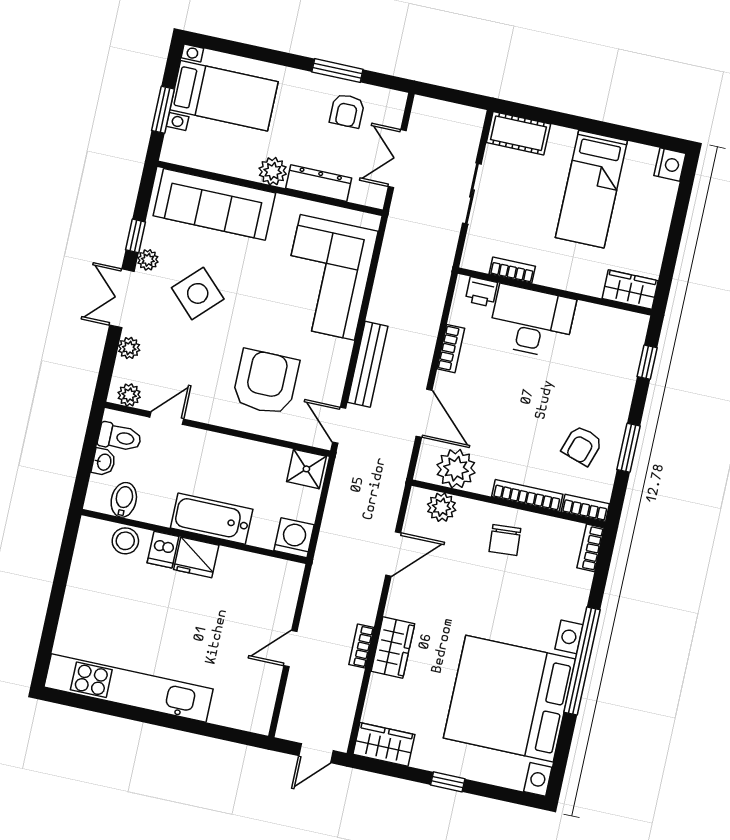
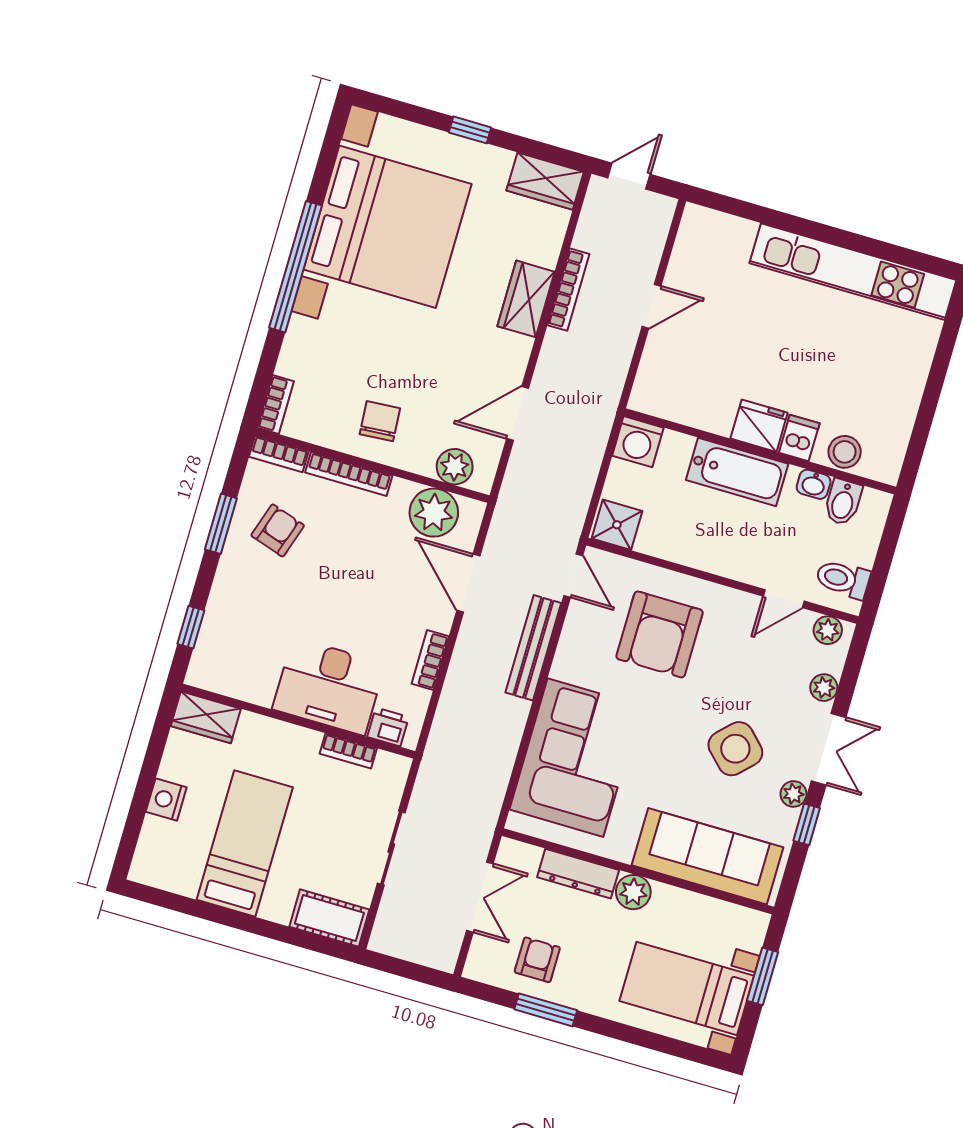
nightstand: (670, 165) -> (166, 800), moved
washbasin: (104, 462) -> (814, 484), moved, turned -90
bookcase: (361, 646) -> (568, 290), width x1.56

